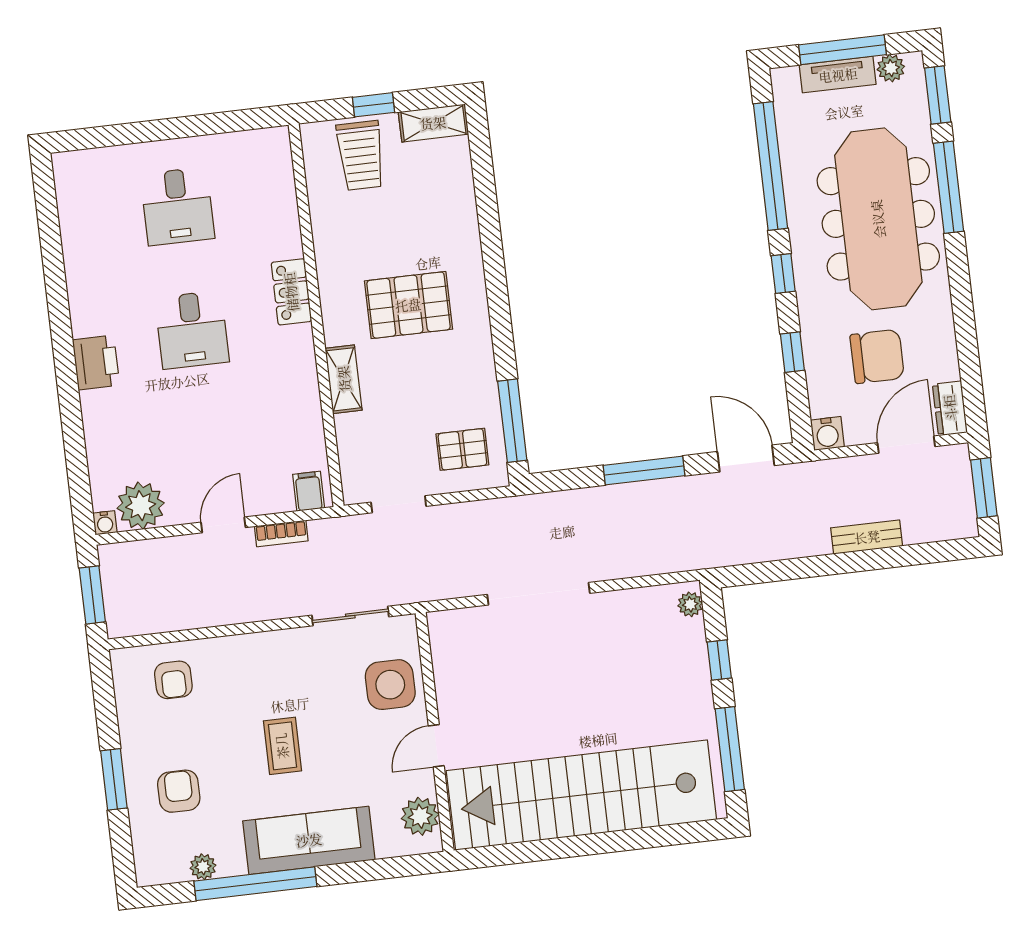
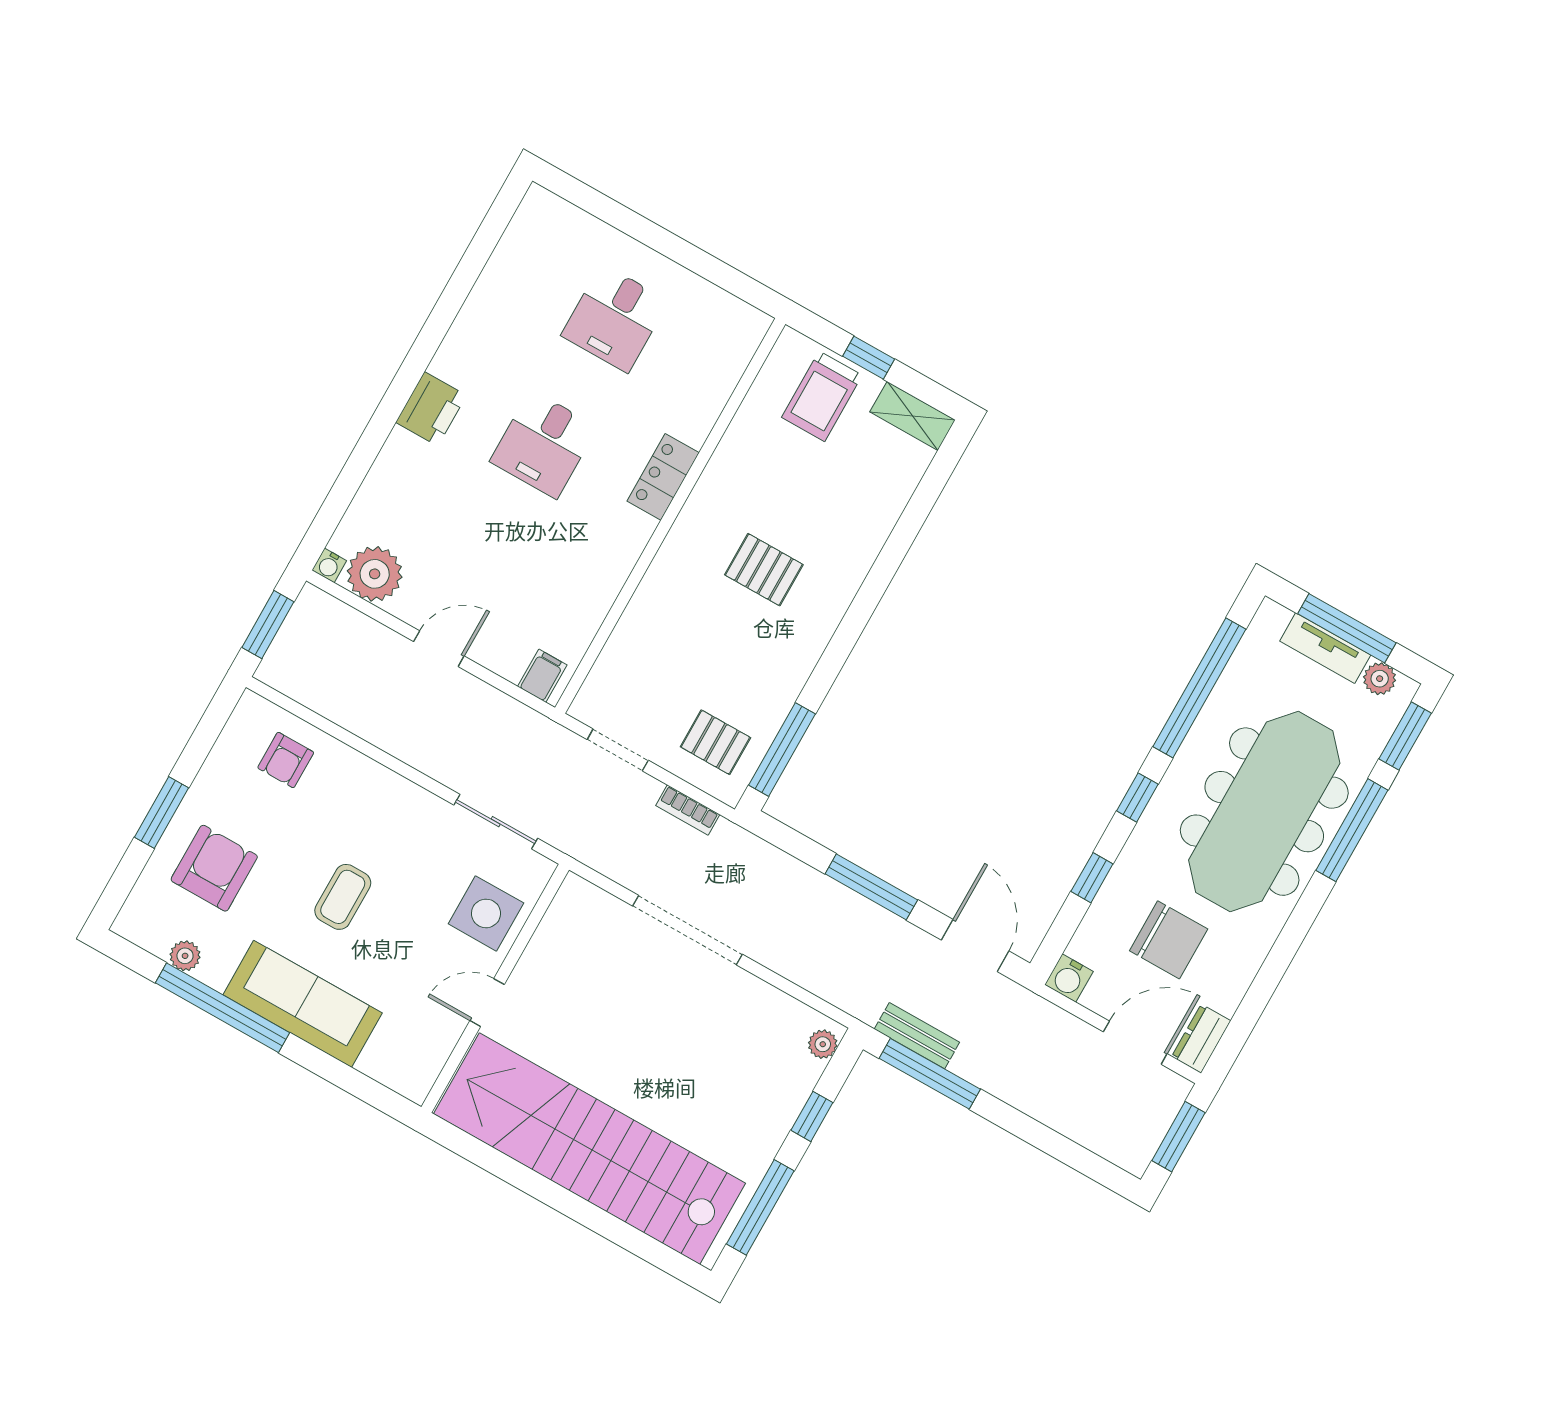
pallet: (408, 305) -> (764, 570), width x0.67, depth x0.71
shelving: (344, 379) -> (652, 595), removed
bookcase: (281, 533) -> (688, 810), moved
bench: (867, 537) -> (917, 1036), moved
window: (779, 571) -> (930, 1074), added
armchair: (179, 791) -> (214, 868), width x1.38, depth x1.38
plant: (420, 816) -> (424, 1058), removed

